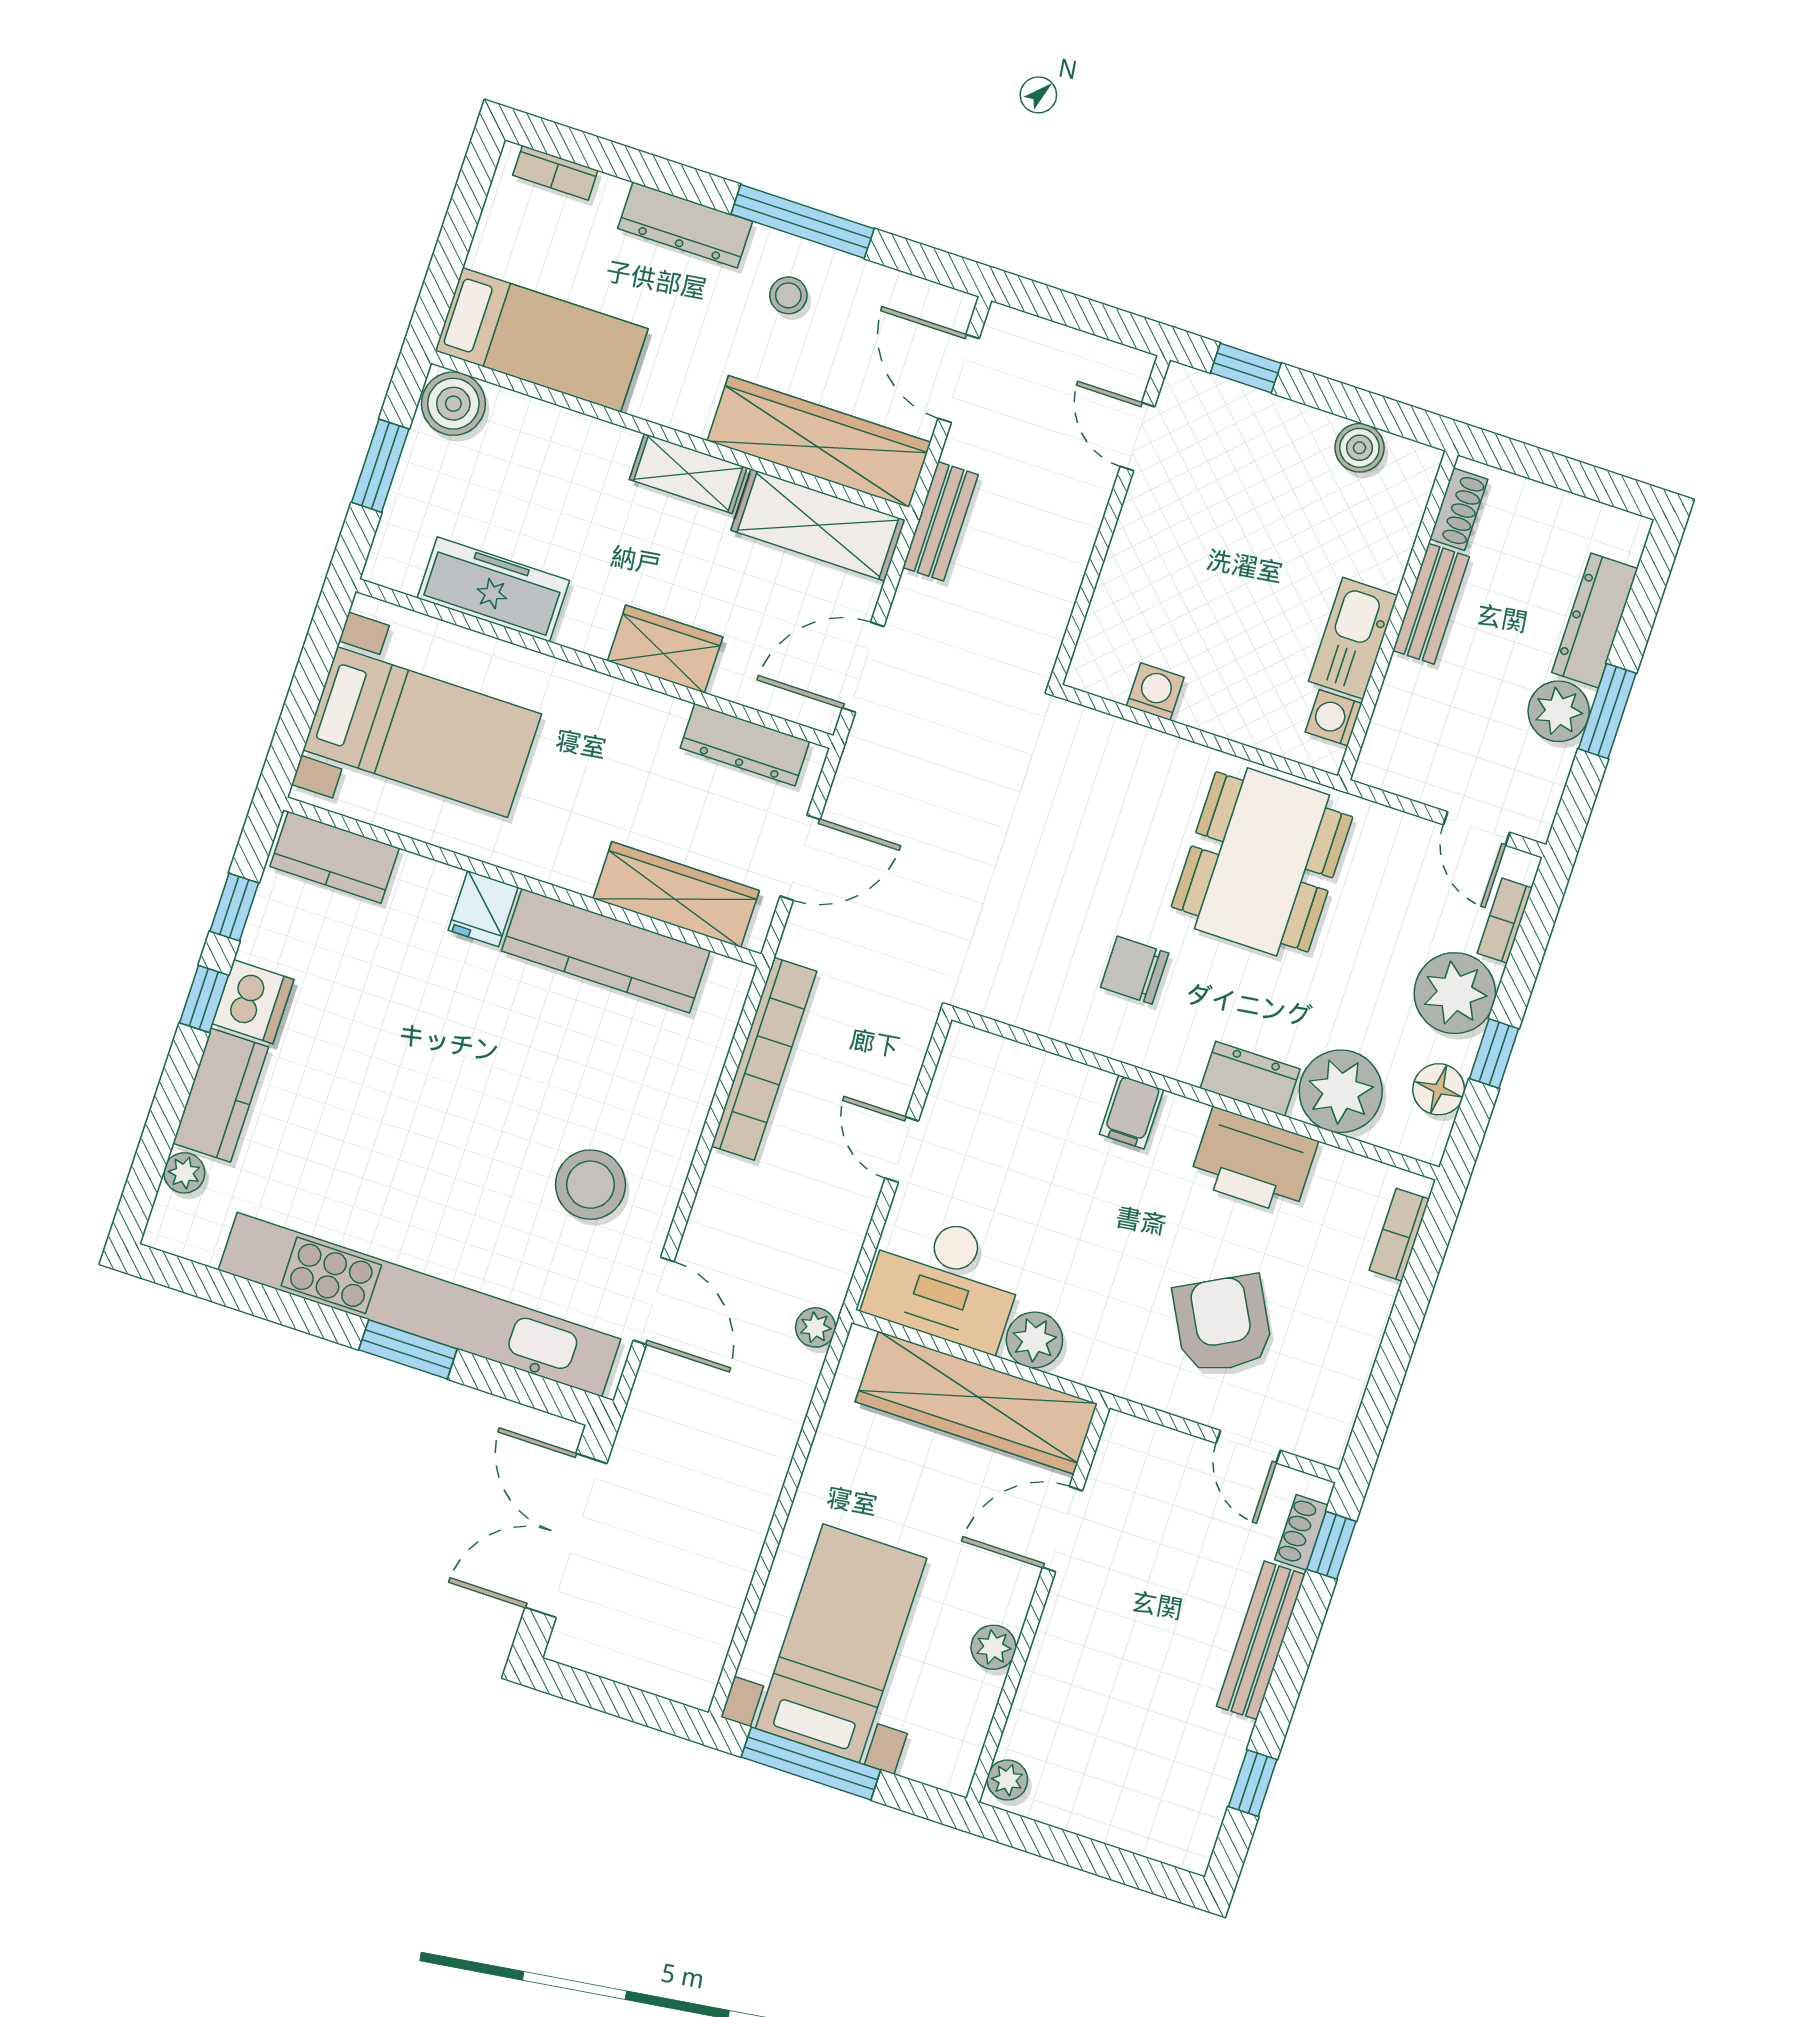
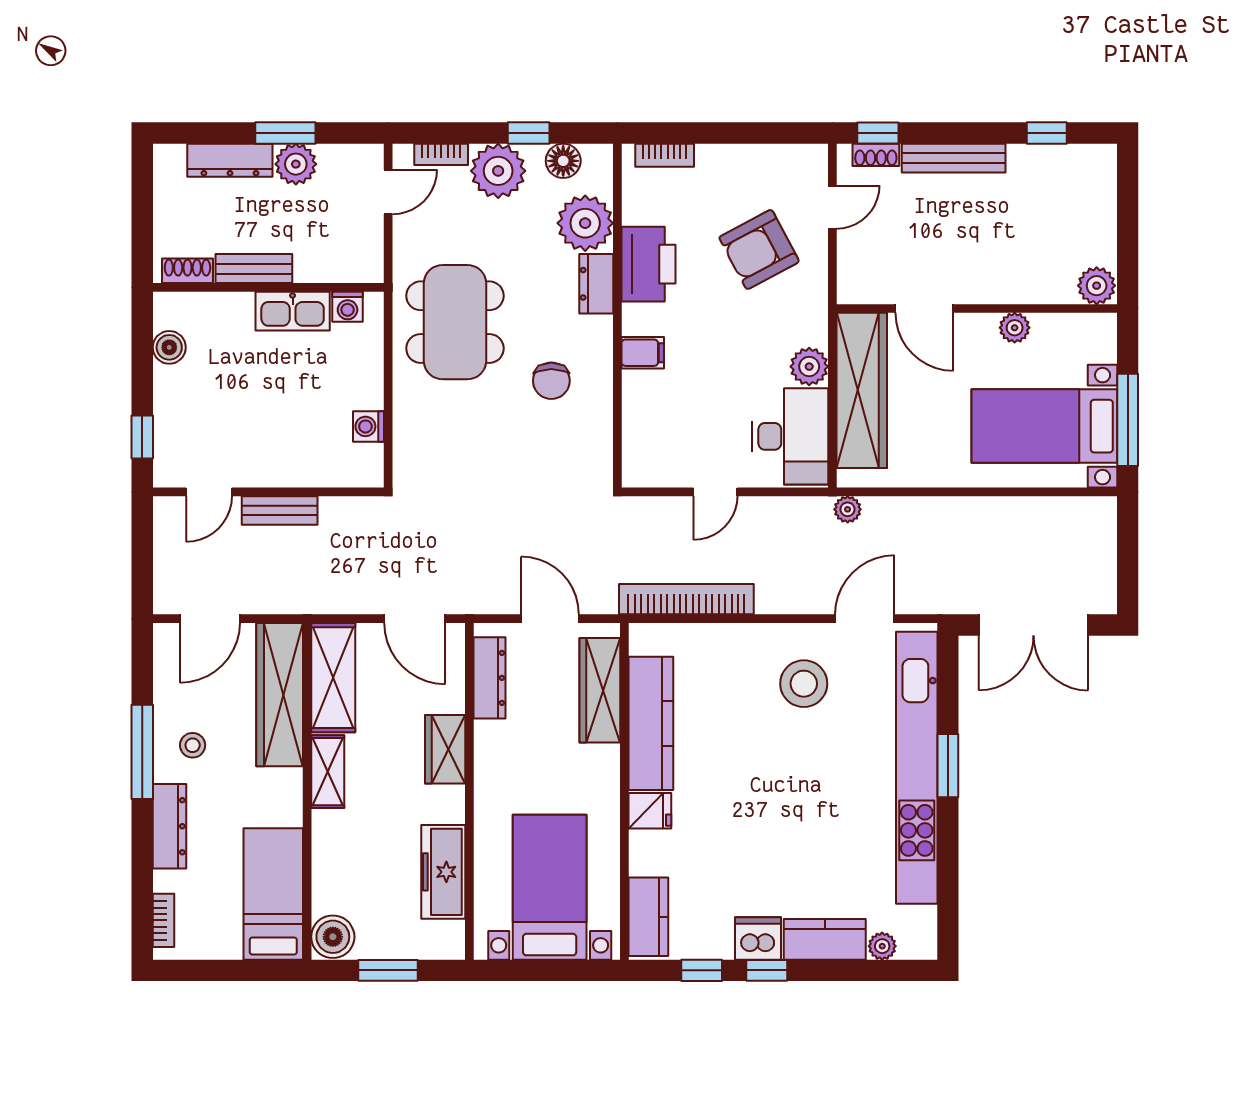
bench: (941, 521) -> (280, 510), moved
dining table: (1262, 862) -> (455, 322), turned 90
plant: (1007, 1780) -> (1097, 286), width x1.38, depth x1.38

